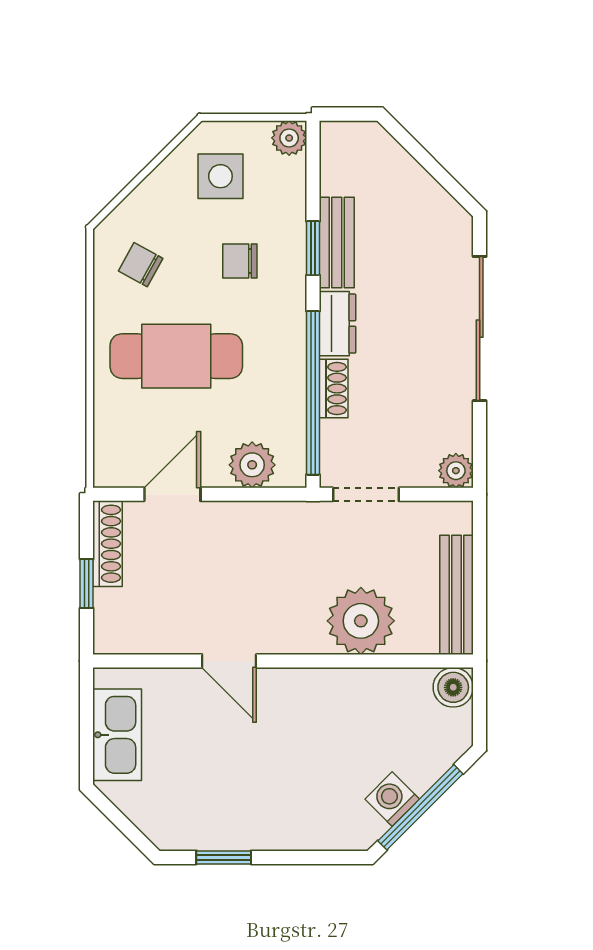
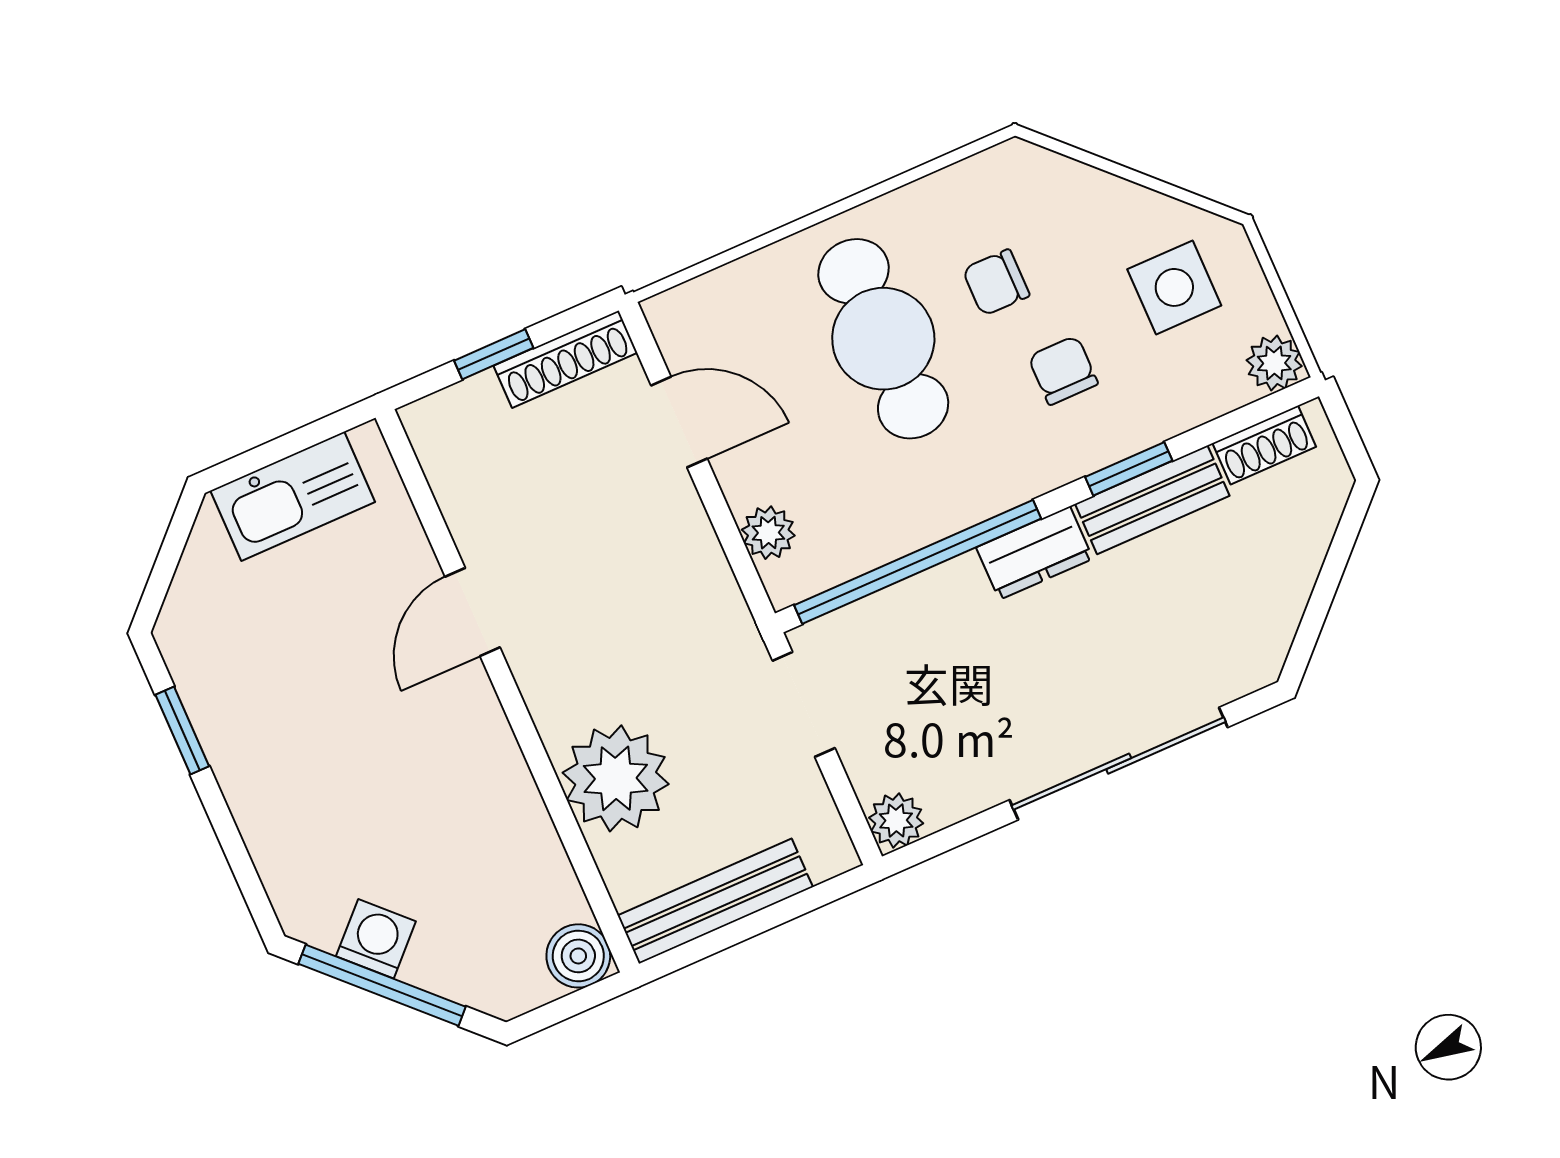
chair: (141, 265) -> (996, 282), moved, turned -119
shoe rack: (334, 389) -> (1264, 445), moved
plant: (252, 465) -> (768, 533), width x0.73, depth x0.73

